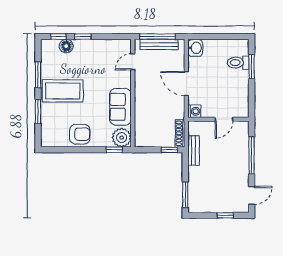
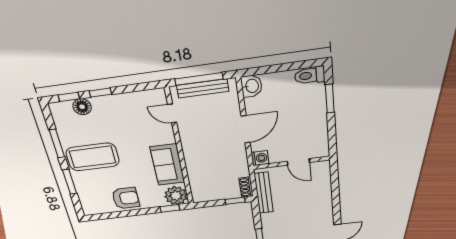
door: (133, 62) -> (172, 114), hinge flipped
toilet: (238, 63) -> (310, 75), moved
door: (186, 84) -> (246, 129), swing flipped
door: (224, 119) -> (298, 162), hinge flipped
shoe rack: (180, 133) -> (246, 187), width x0.70
bench: (194, 151) -> (264, 193), width x1.36
window: (252, 155) -> (336, 194), removed

